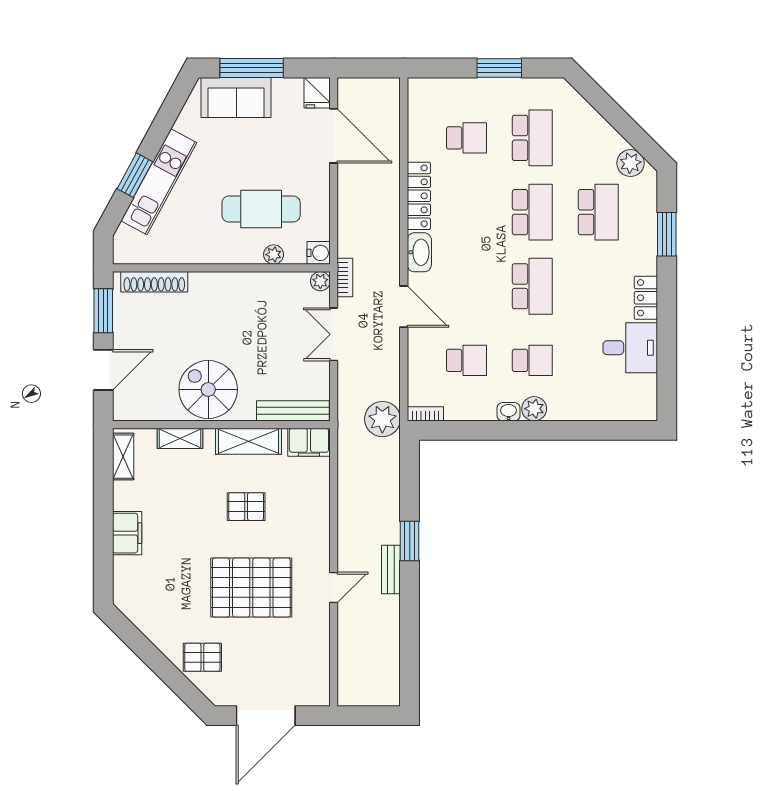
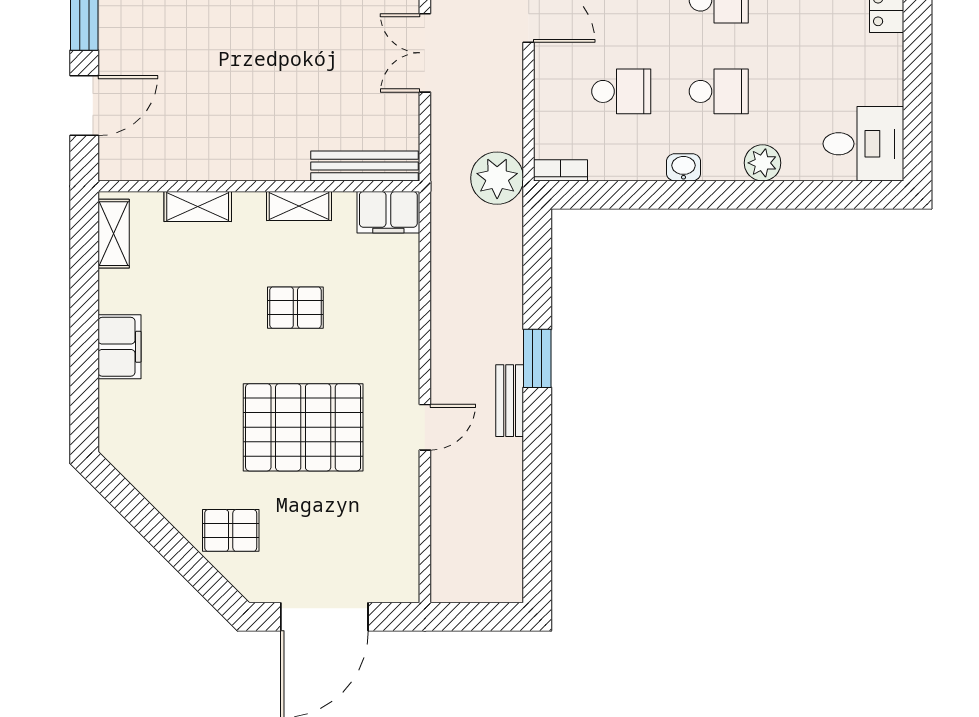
desk: (630, 348) -> (863, 144), moved
spiral stairs: (208, 389) -> (239, 134), removed
plant: (534, 409) -> (762, 163), moved
shelving: (249, 441) -> (299, 206), width x0.67, depth x0.75

